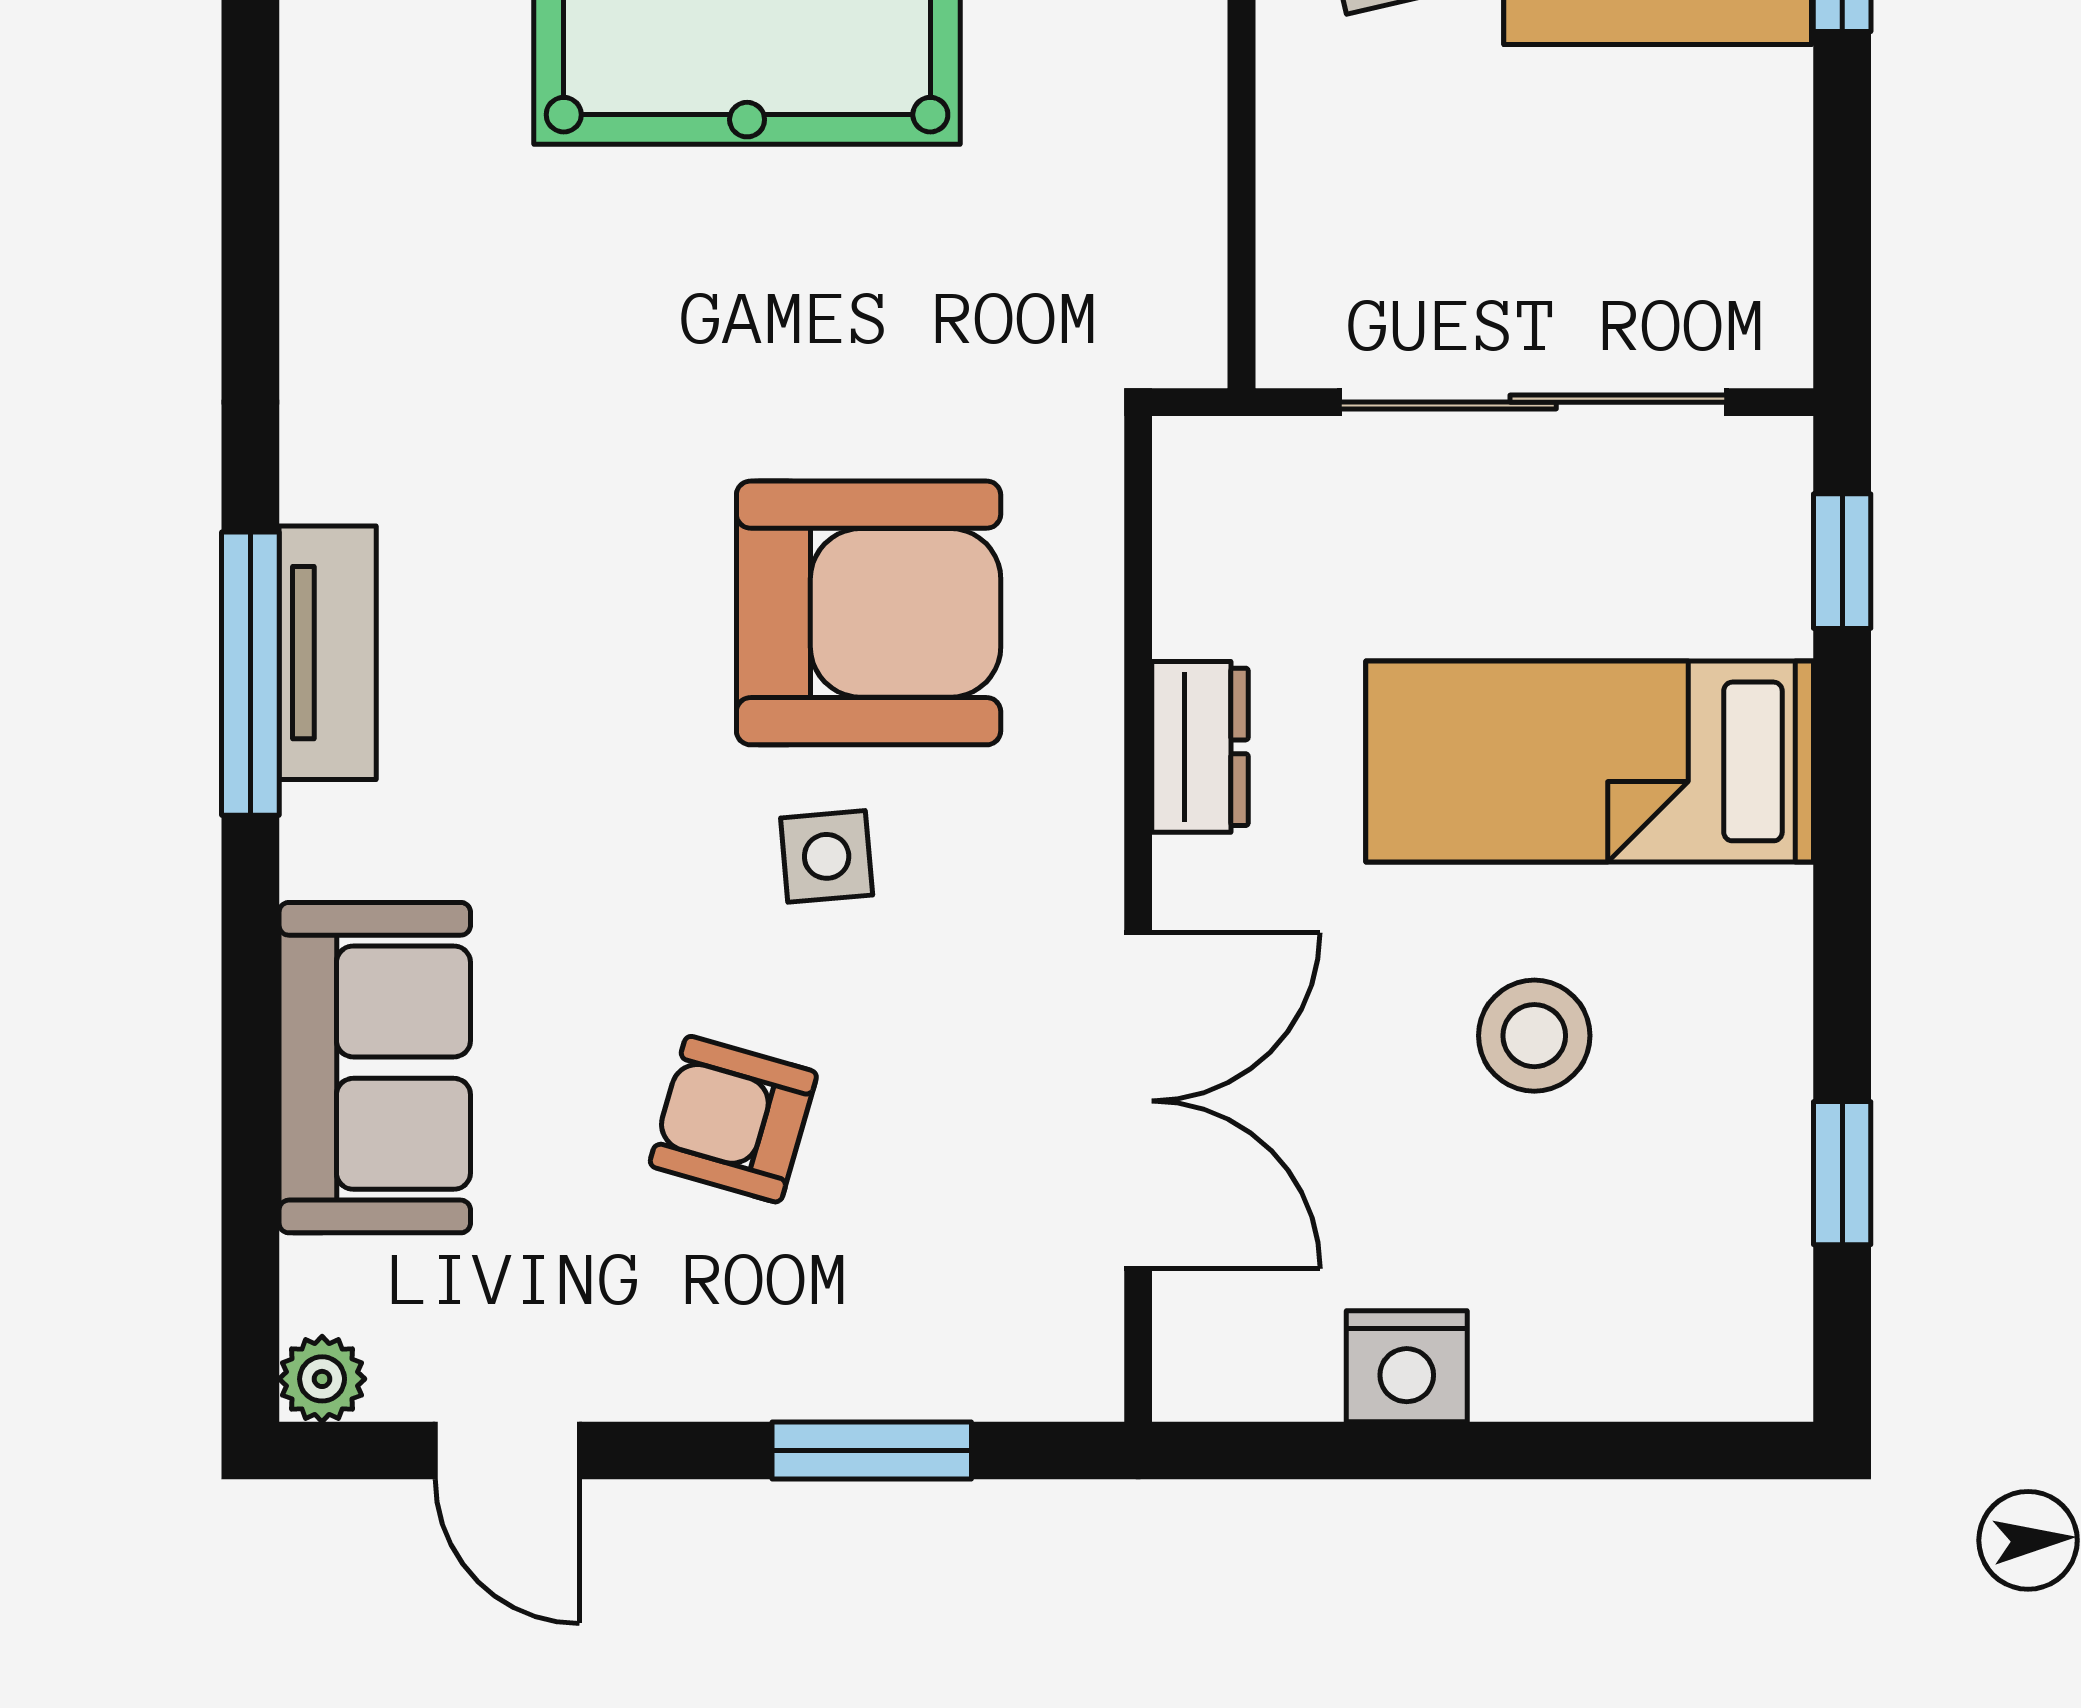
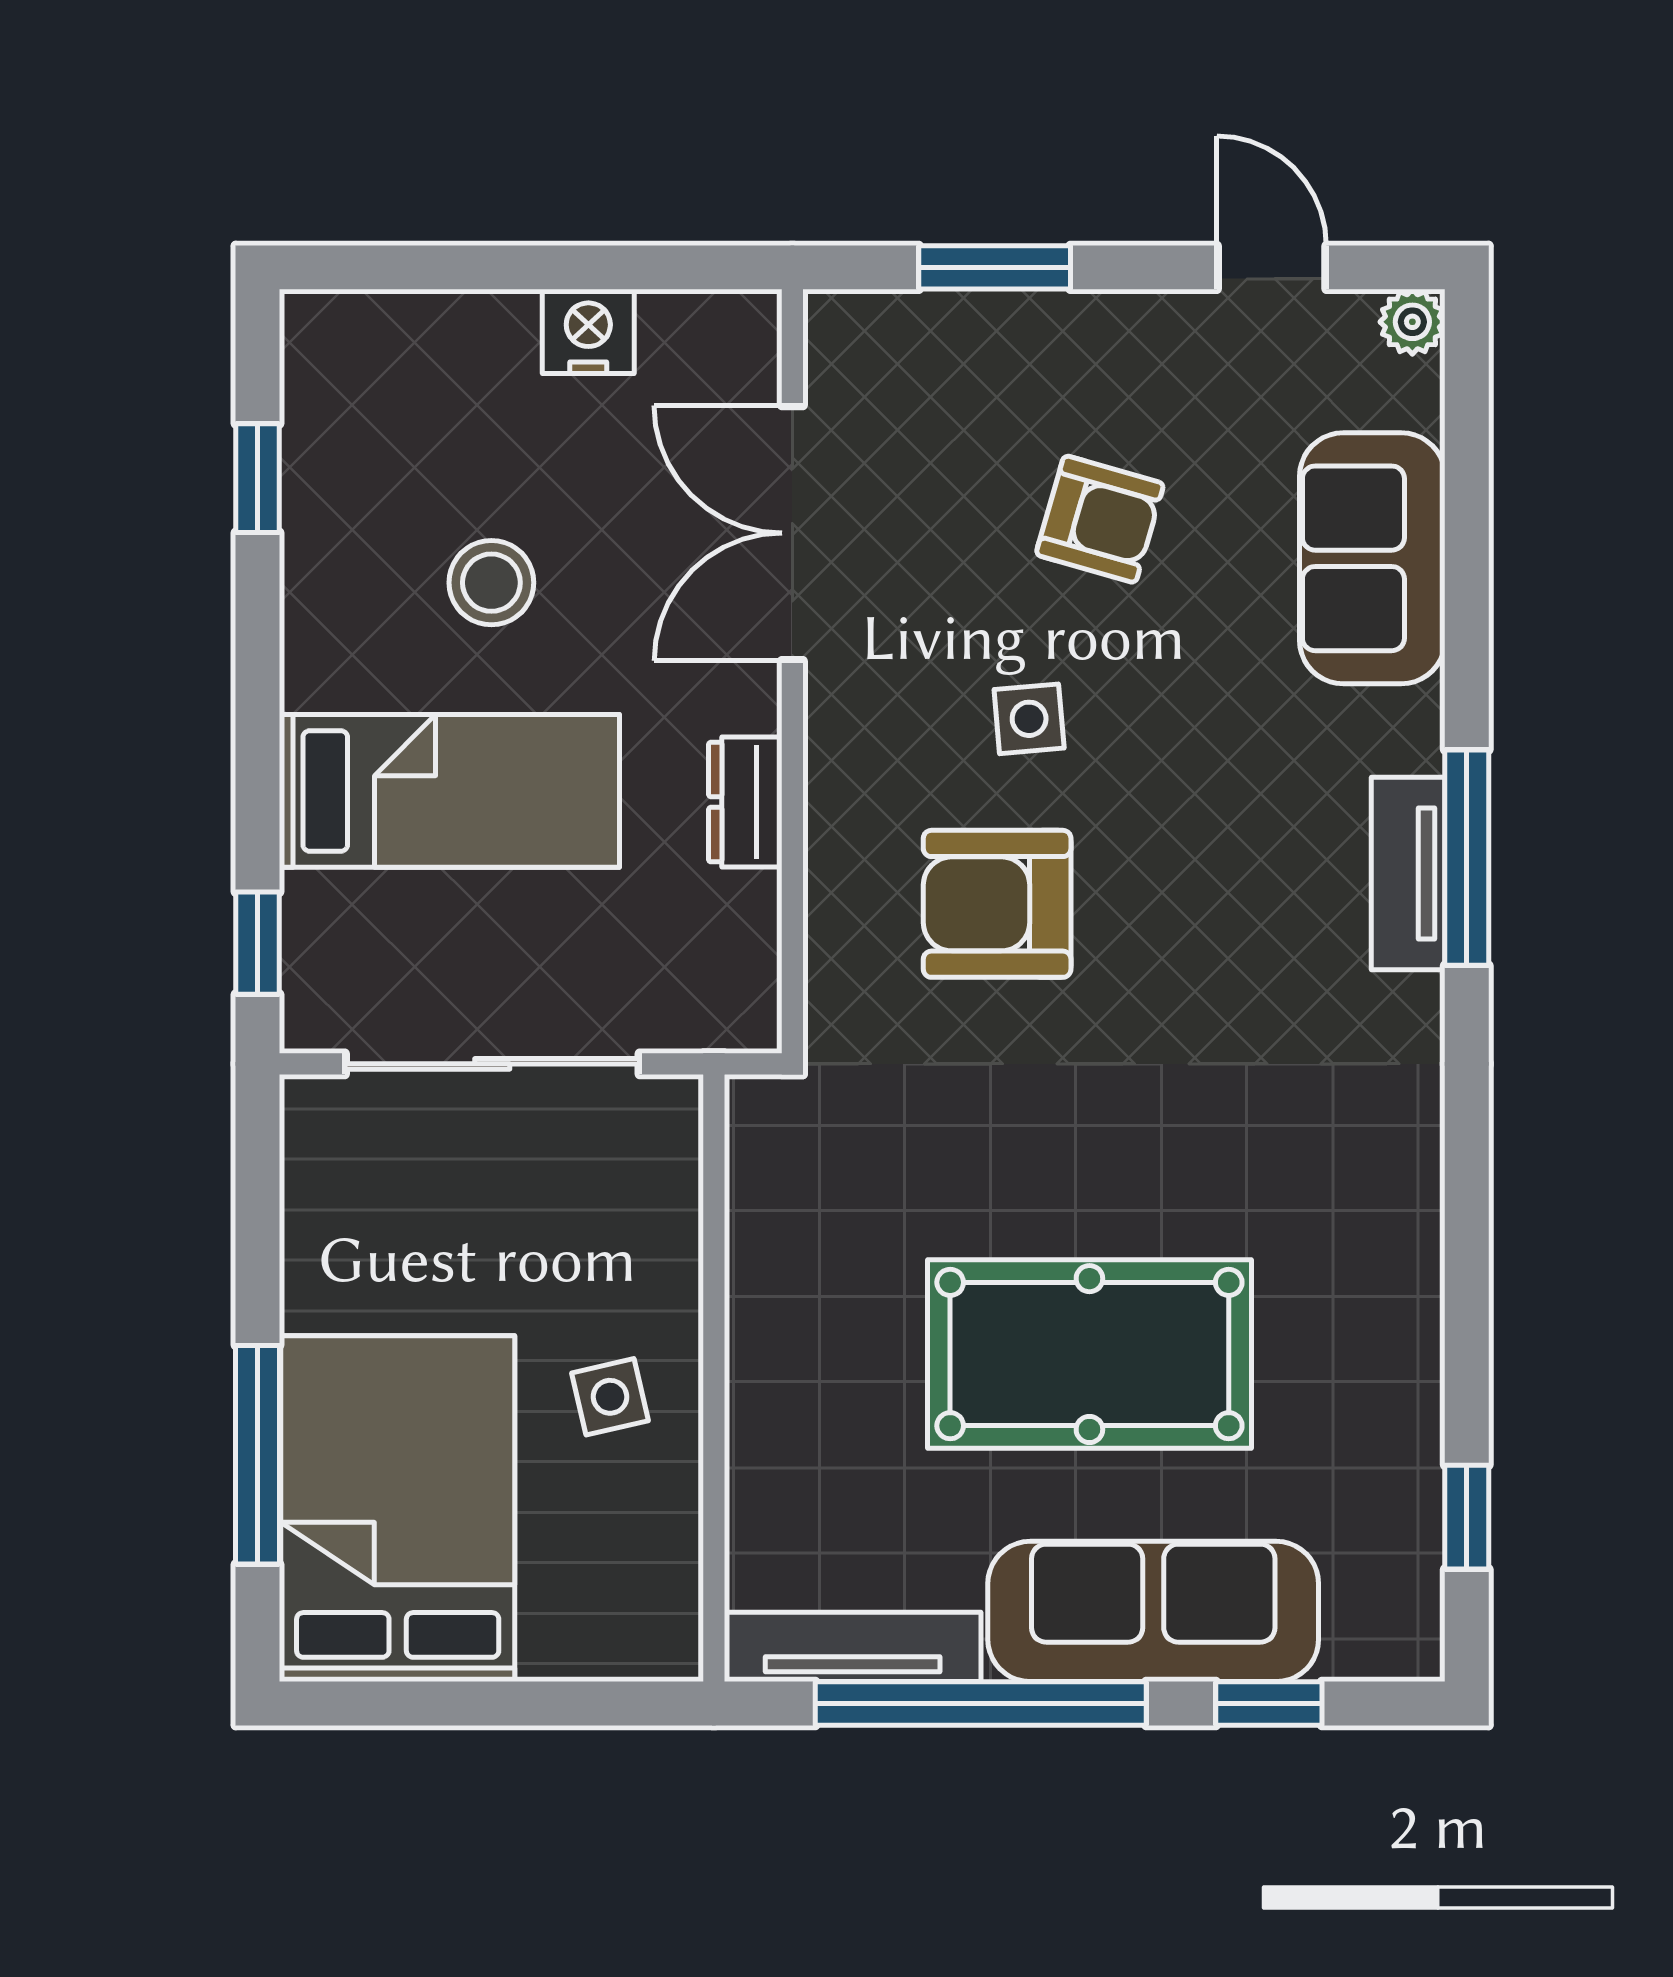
armchair: (869, 613) -> (997, 904), width x0.73, depth x0.73

